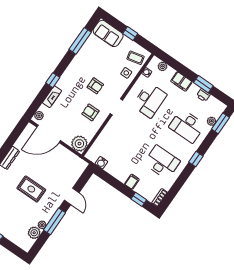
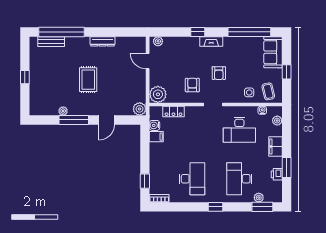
window: (80, 41) -> (249, 32), width x1.46
fireplace: (52, 97) -> (211, 41), moved
door: (49, 134) -> (148, 61), width x0.53
locker: (101, 141) -> (174, 112), added
filing cabinet: (132, 182) -> (156, 137), moved
plant: (34, 233) -> (140, 109), moved

